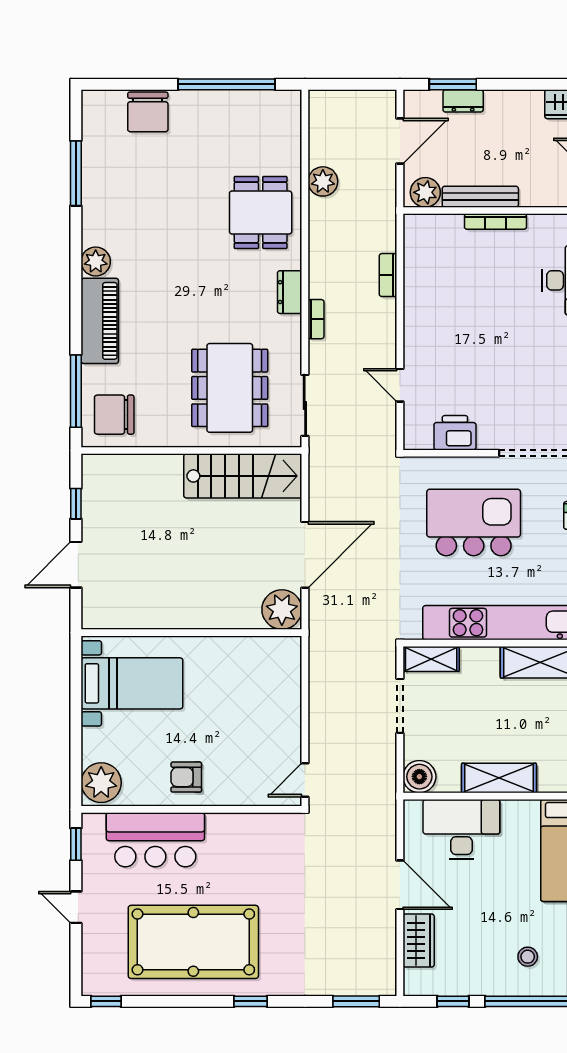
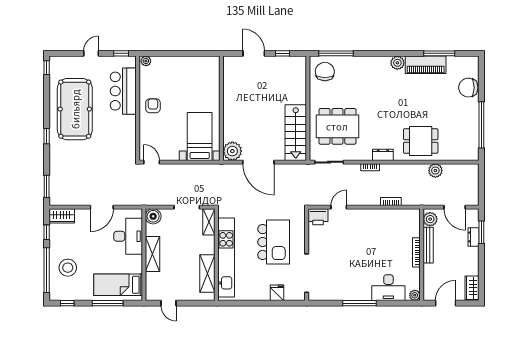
piano: (100, 321) -> (426, 65), moved
printer: (455, 433) -> (318, 217), moved, turned 90
bed with nightstands: (132, 683) -> (200, 136), moved, turned 180
plant: (101, 783) -> (146, 61), width x0.53, depth x0.53
wardrobe: (419, 940) -> (62, 216), moved
stool: (528, 957) -> (68, 268), width x1.89, depth x1.89

